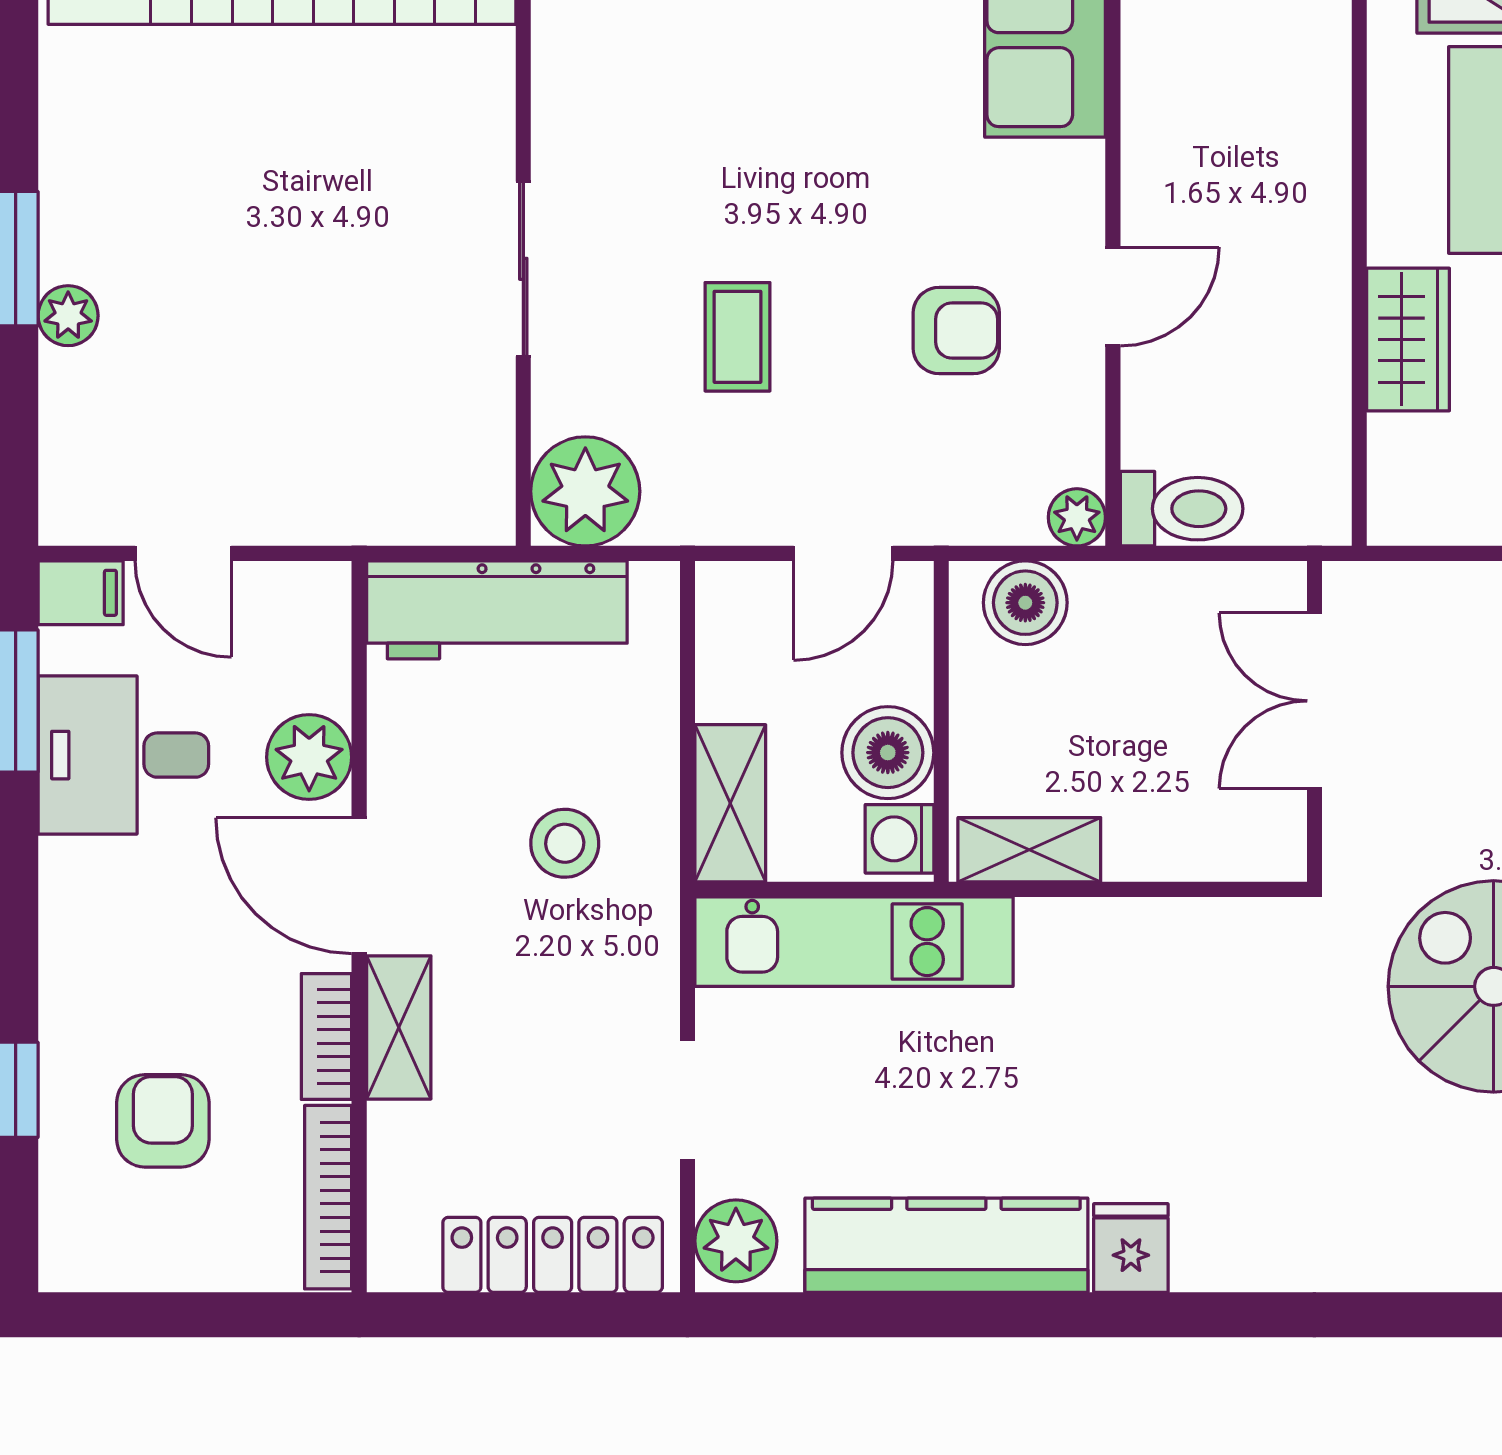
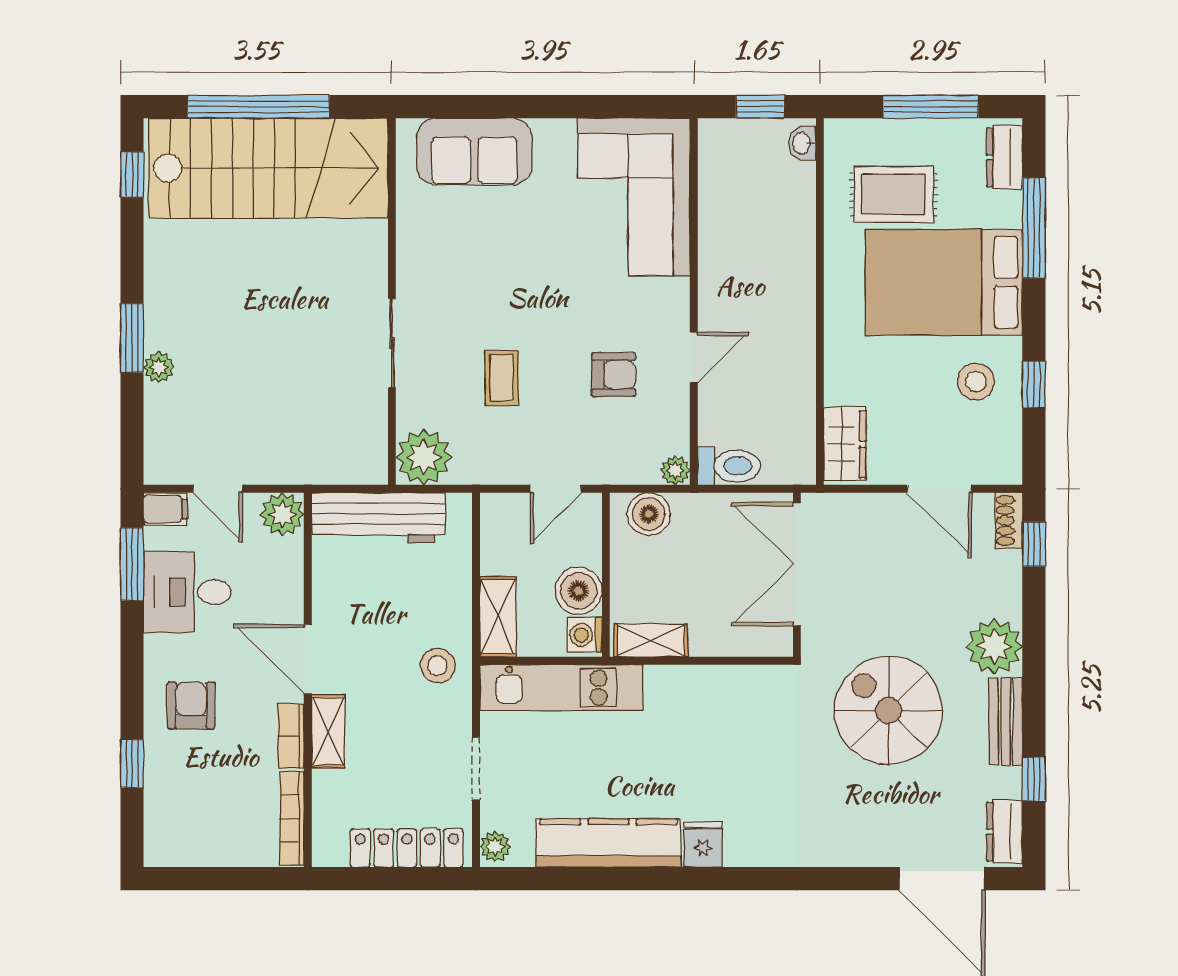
wardrobe: (1408, 339) -> (845, 444), moved
double door: (1314, 701) -> (797, 564), width x1.37
plant: (309, 757) -> (282, 514), moved
stool: (565, 843) -> (438, 666), moved
armchair: (163, 1121) -> (191, 705), moved
plant: (736, 1241) -> (495, 846), width x0.73, depth x0.73

